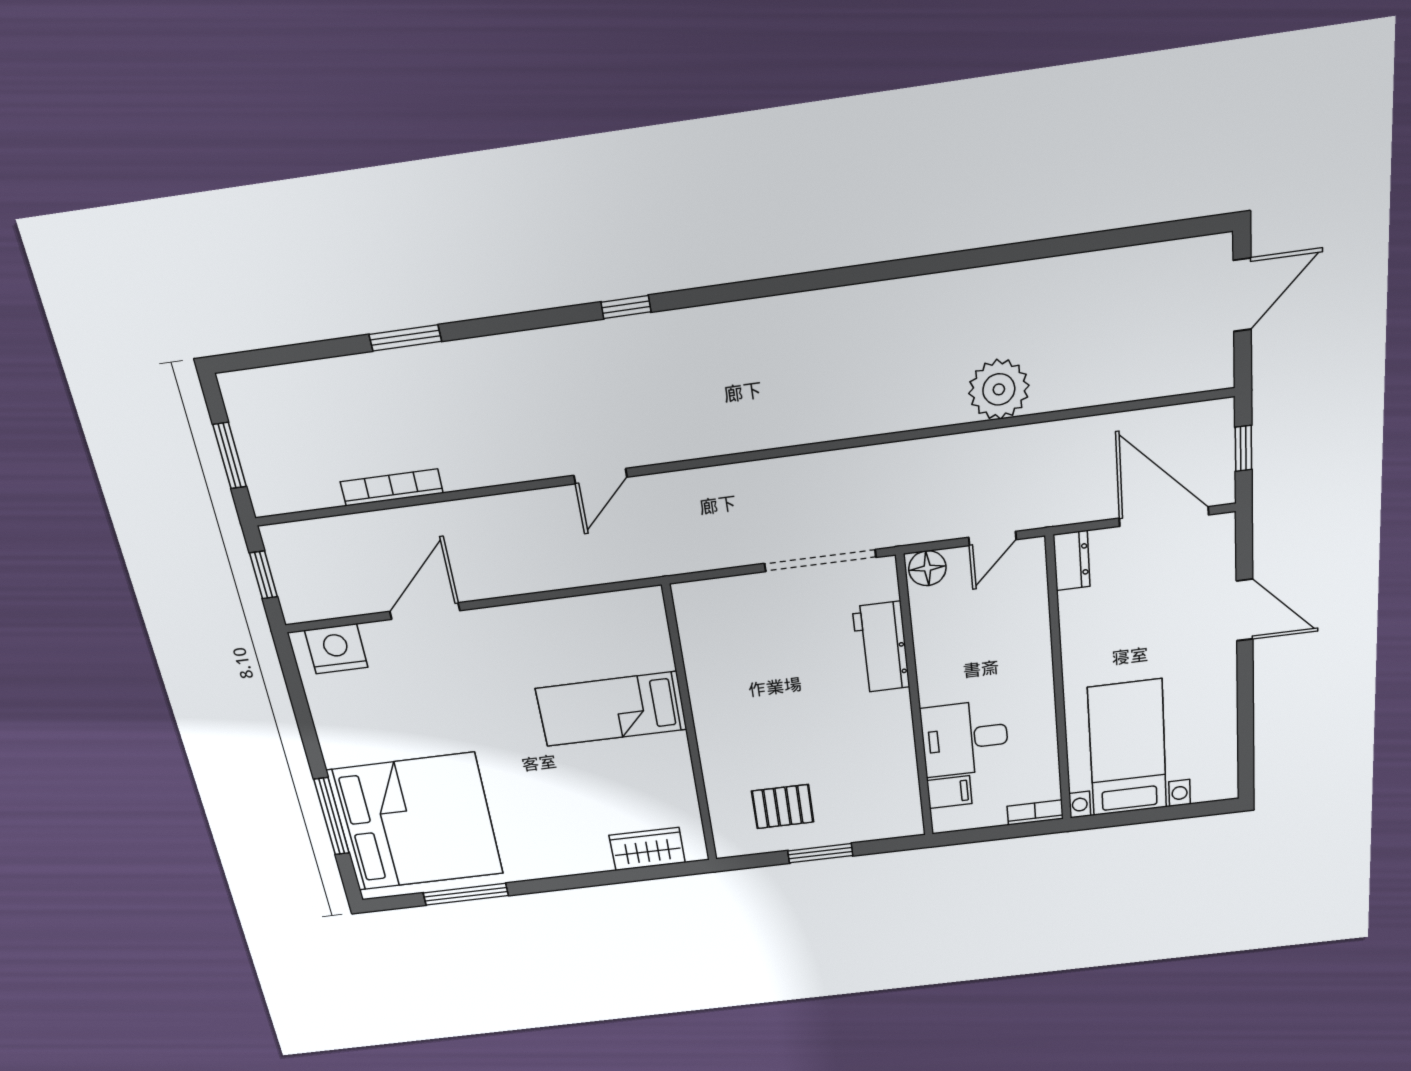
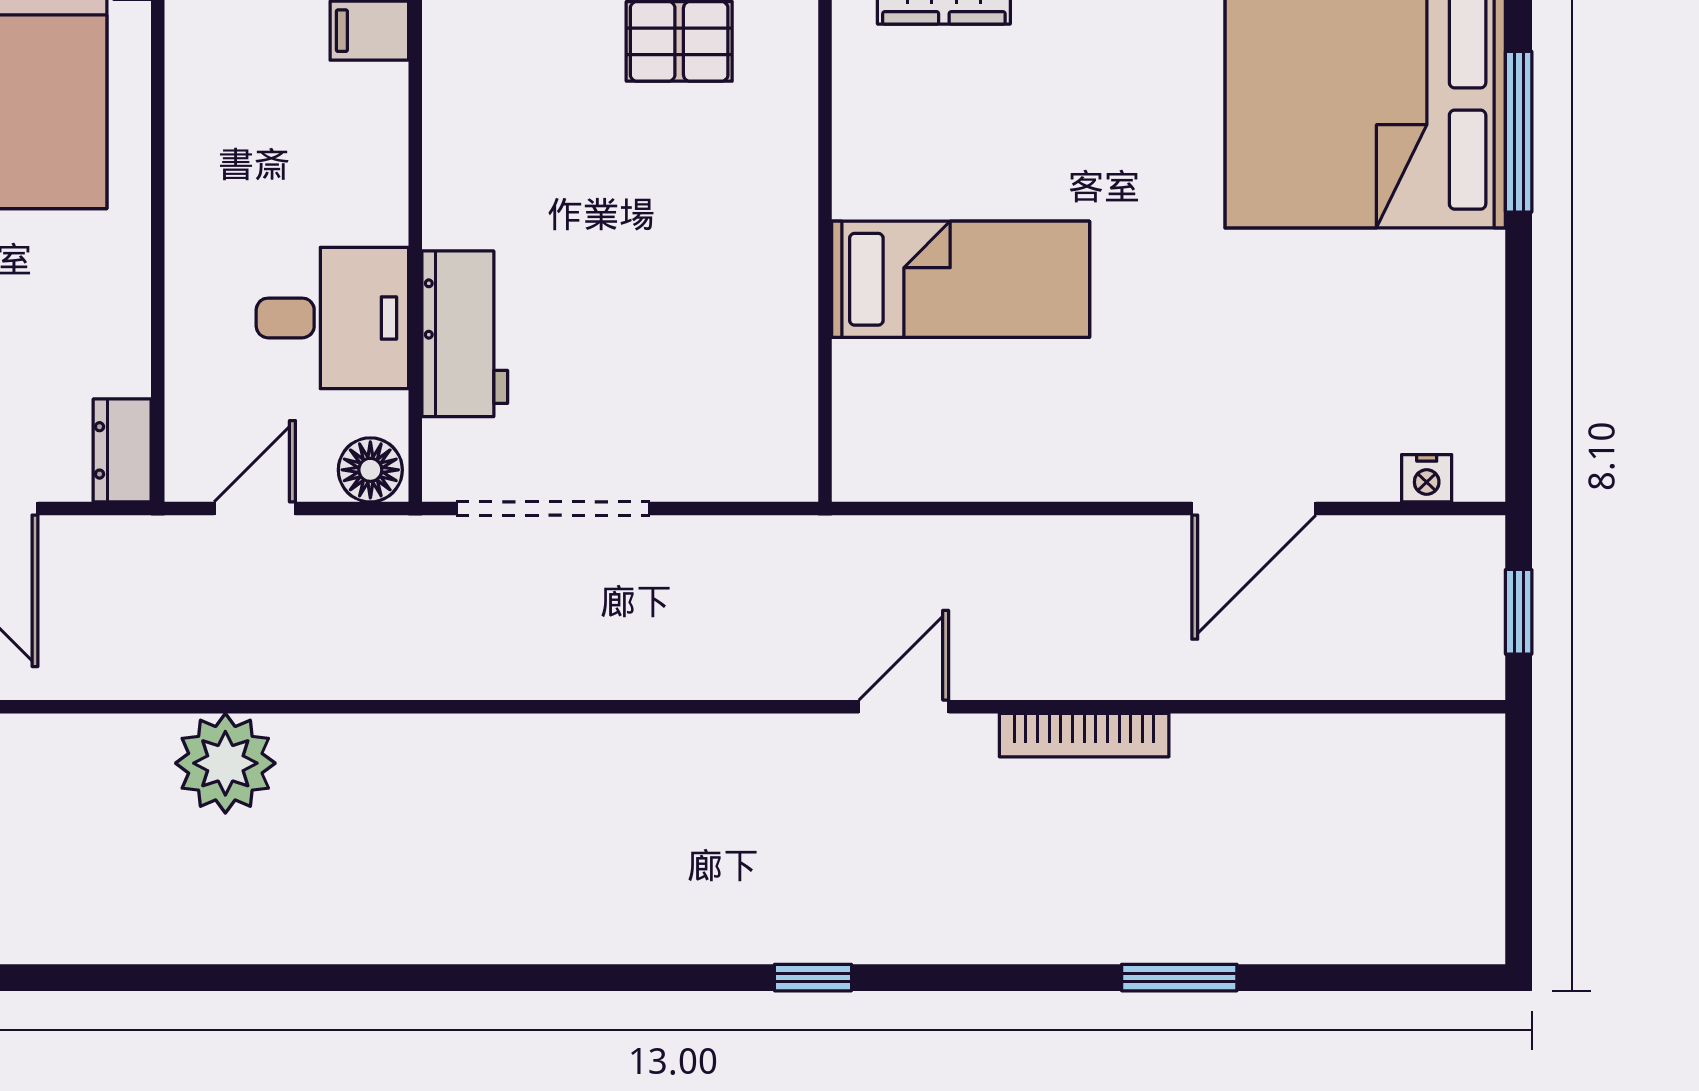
window: (230, 456) -> (1519, 826), removed
bookcase: (392, 487) -> (1084, 735), moved
nightstand: (336, 649) -> (1427, 478), width x0.53, depth x0.56
desk: (965, 739) -> (332, 318), moved

